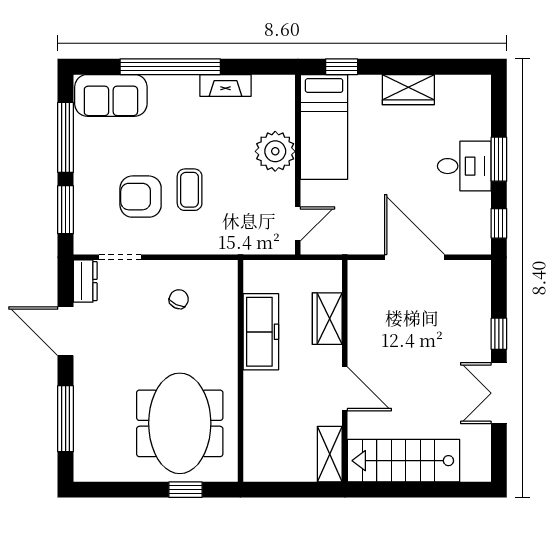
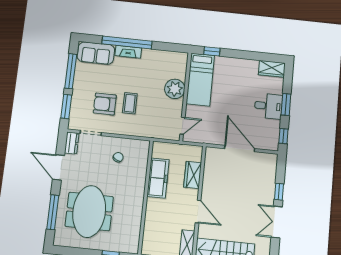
fireplace: (226, 85) -> (128, 52), moved
wardrobe: (408, 90) -> (272, 69), moved
meeting table: (180, 423) -> (89, 211), moved

